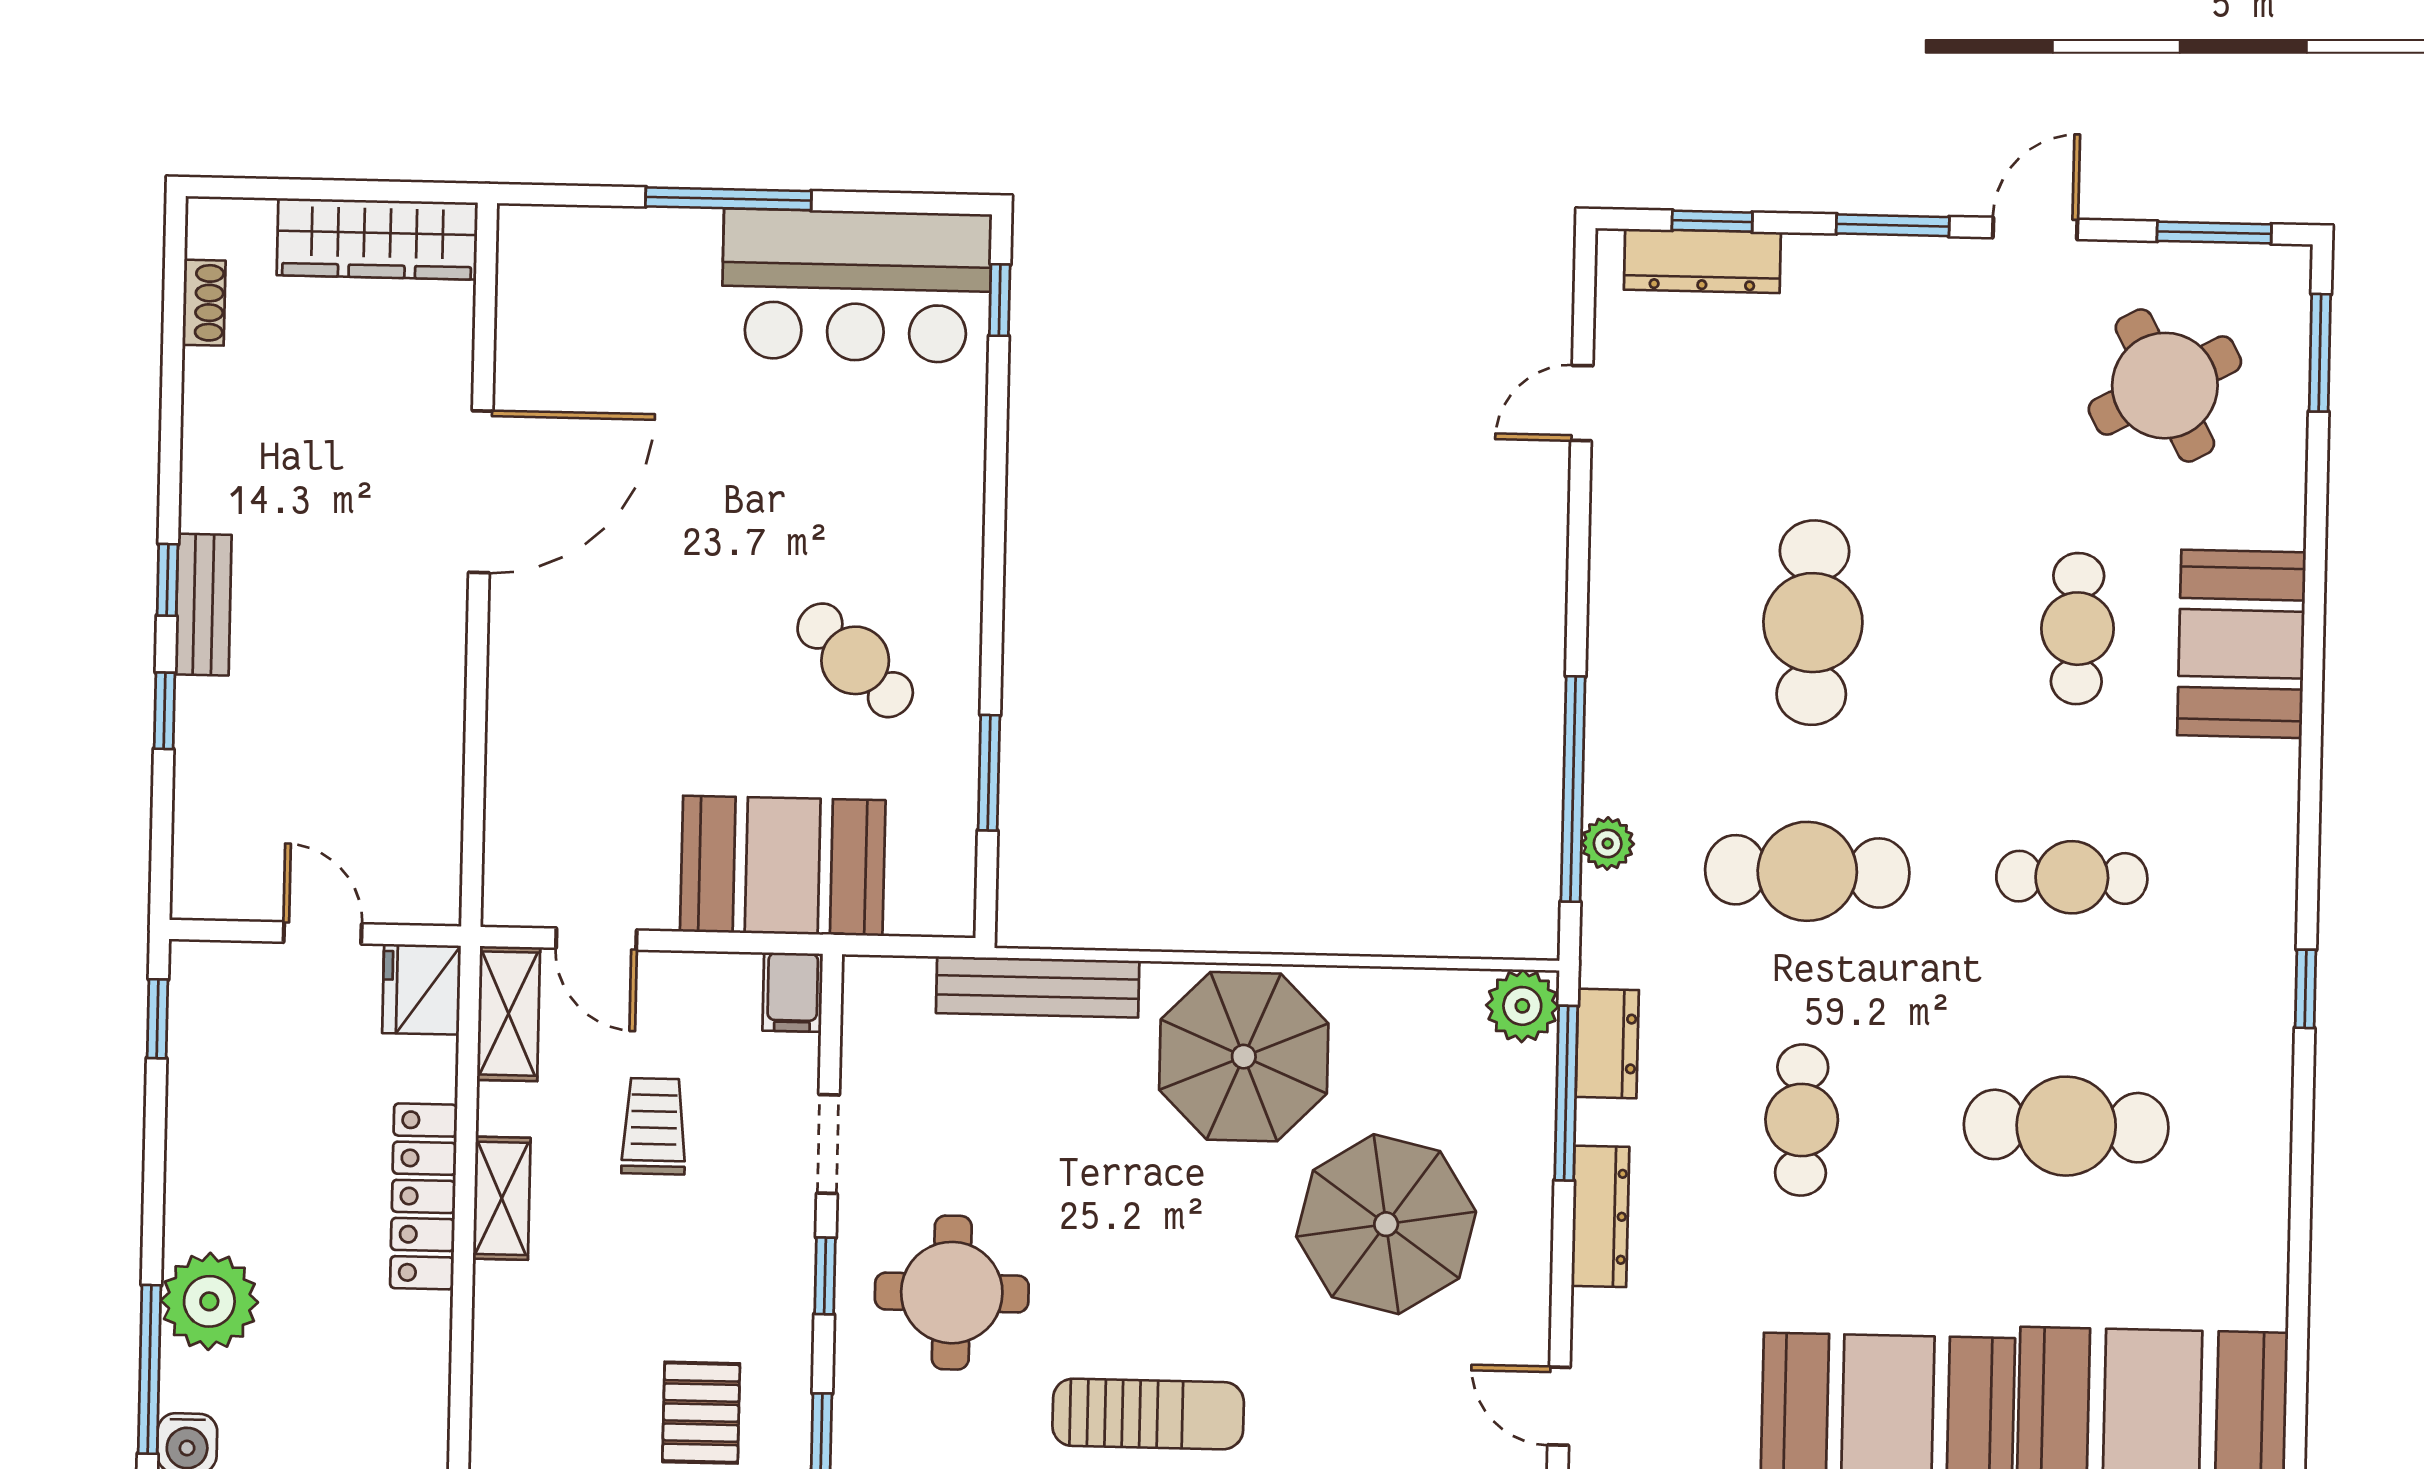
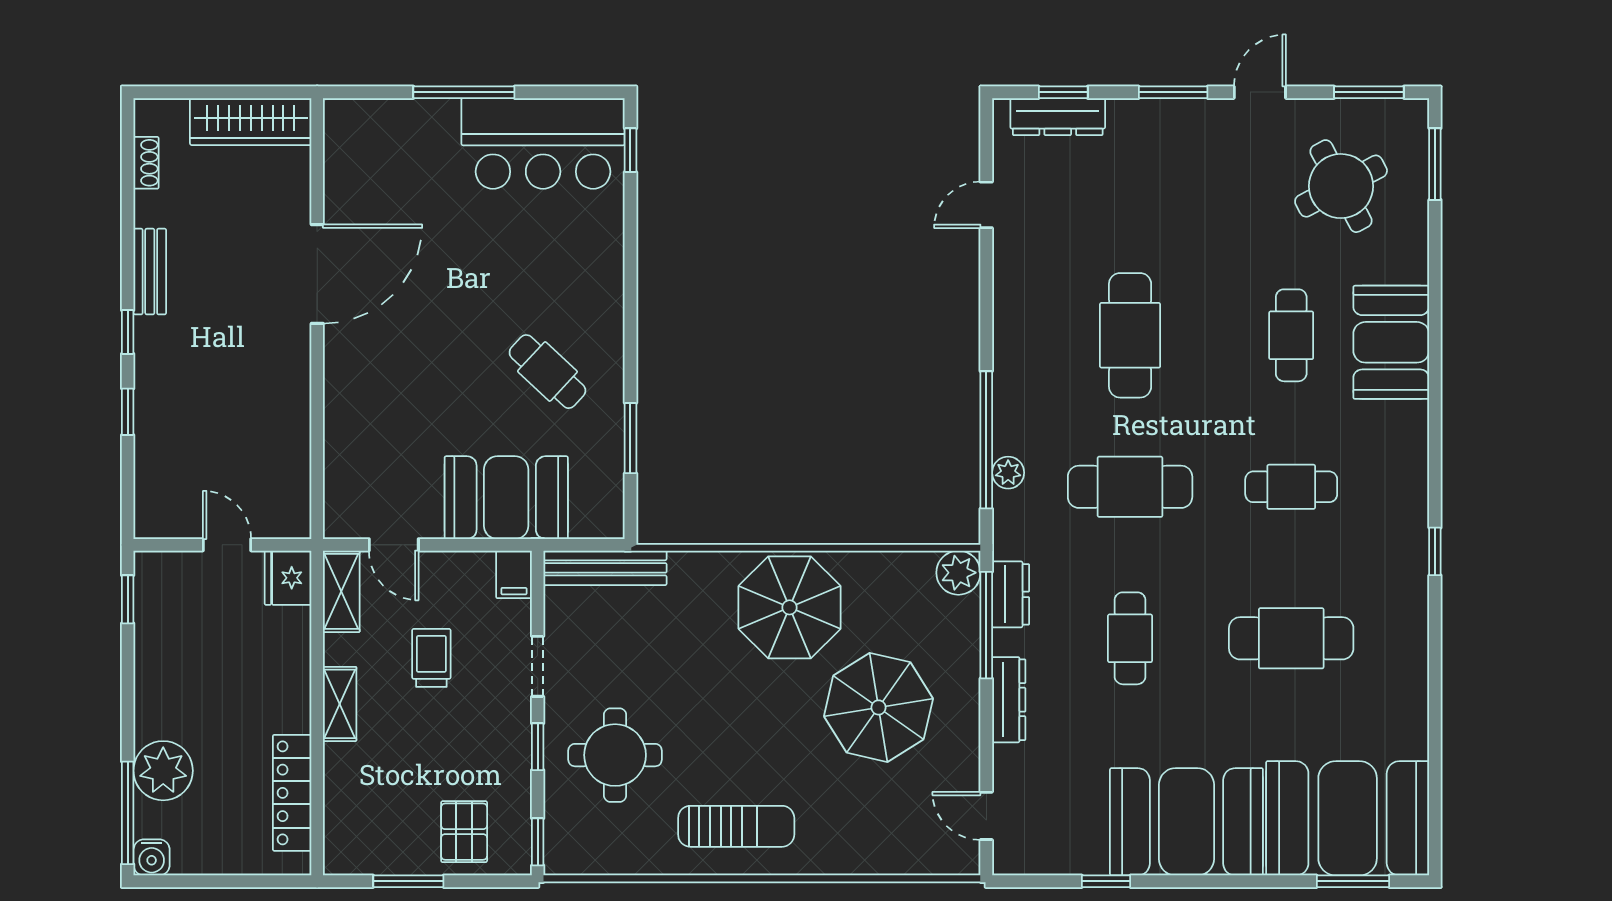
bench: (203, 605) -> (150, 272), moved
bench: (1038, 987) -> (605, 568), moved
locker: (424, 1196) -> (292, 793), moved

